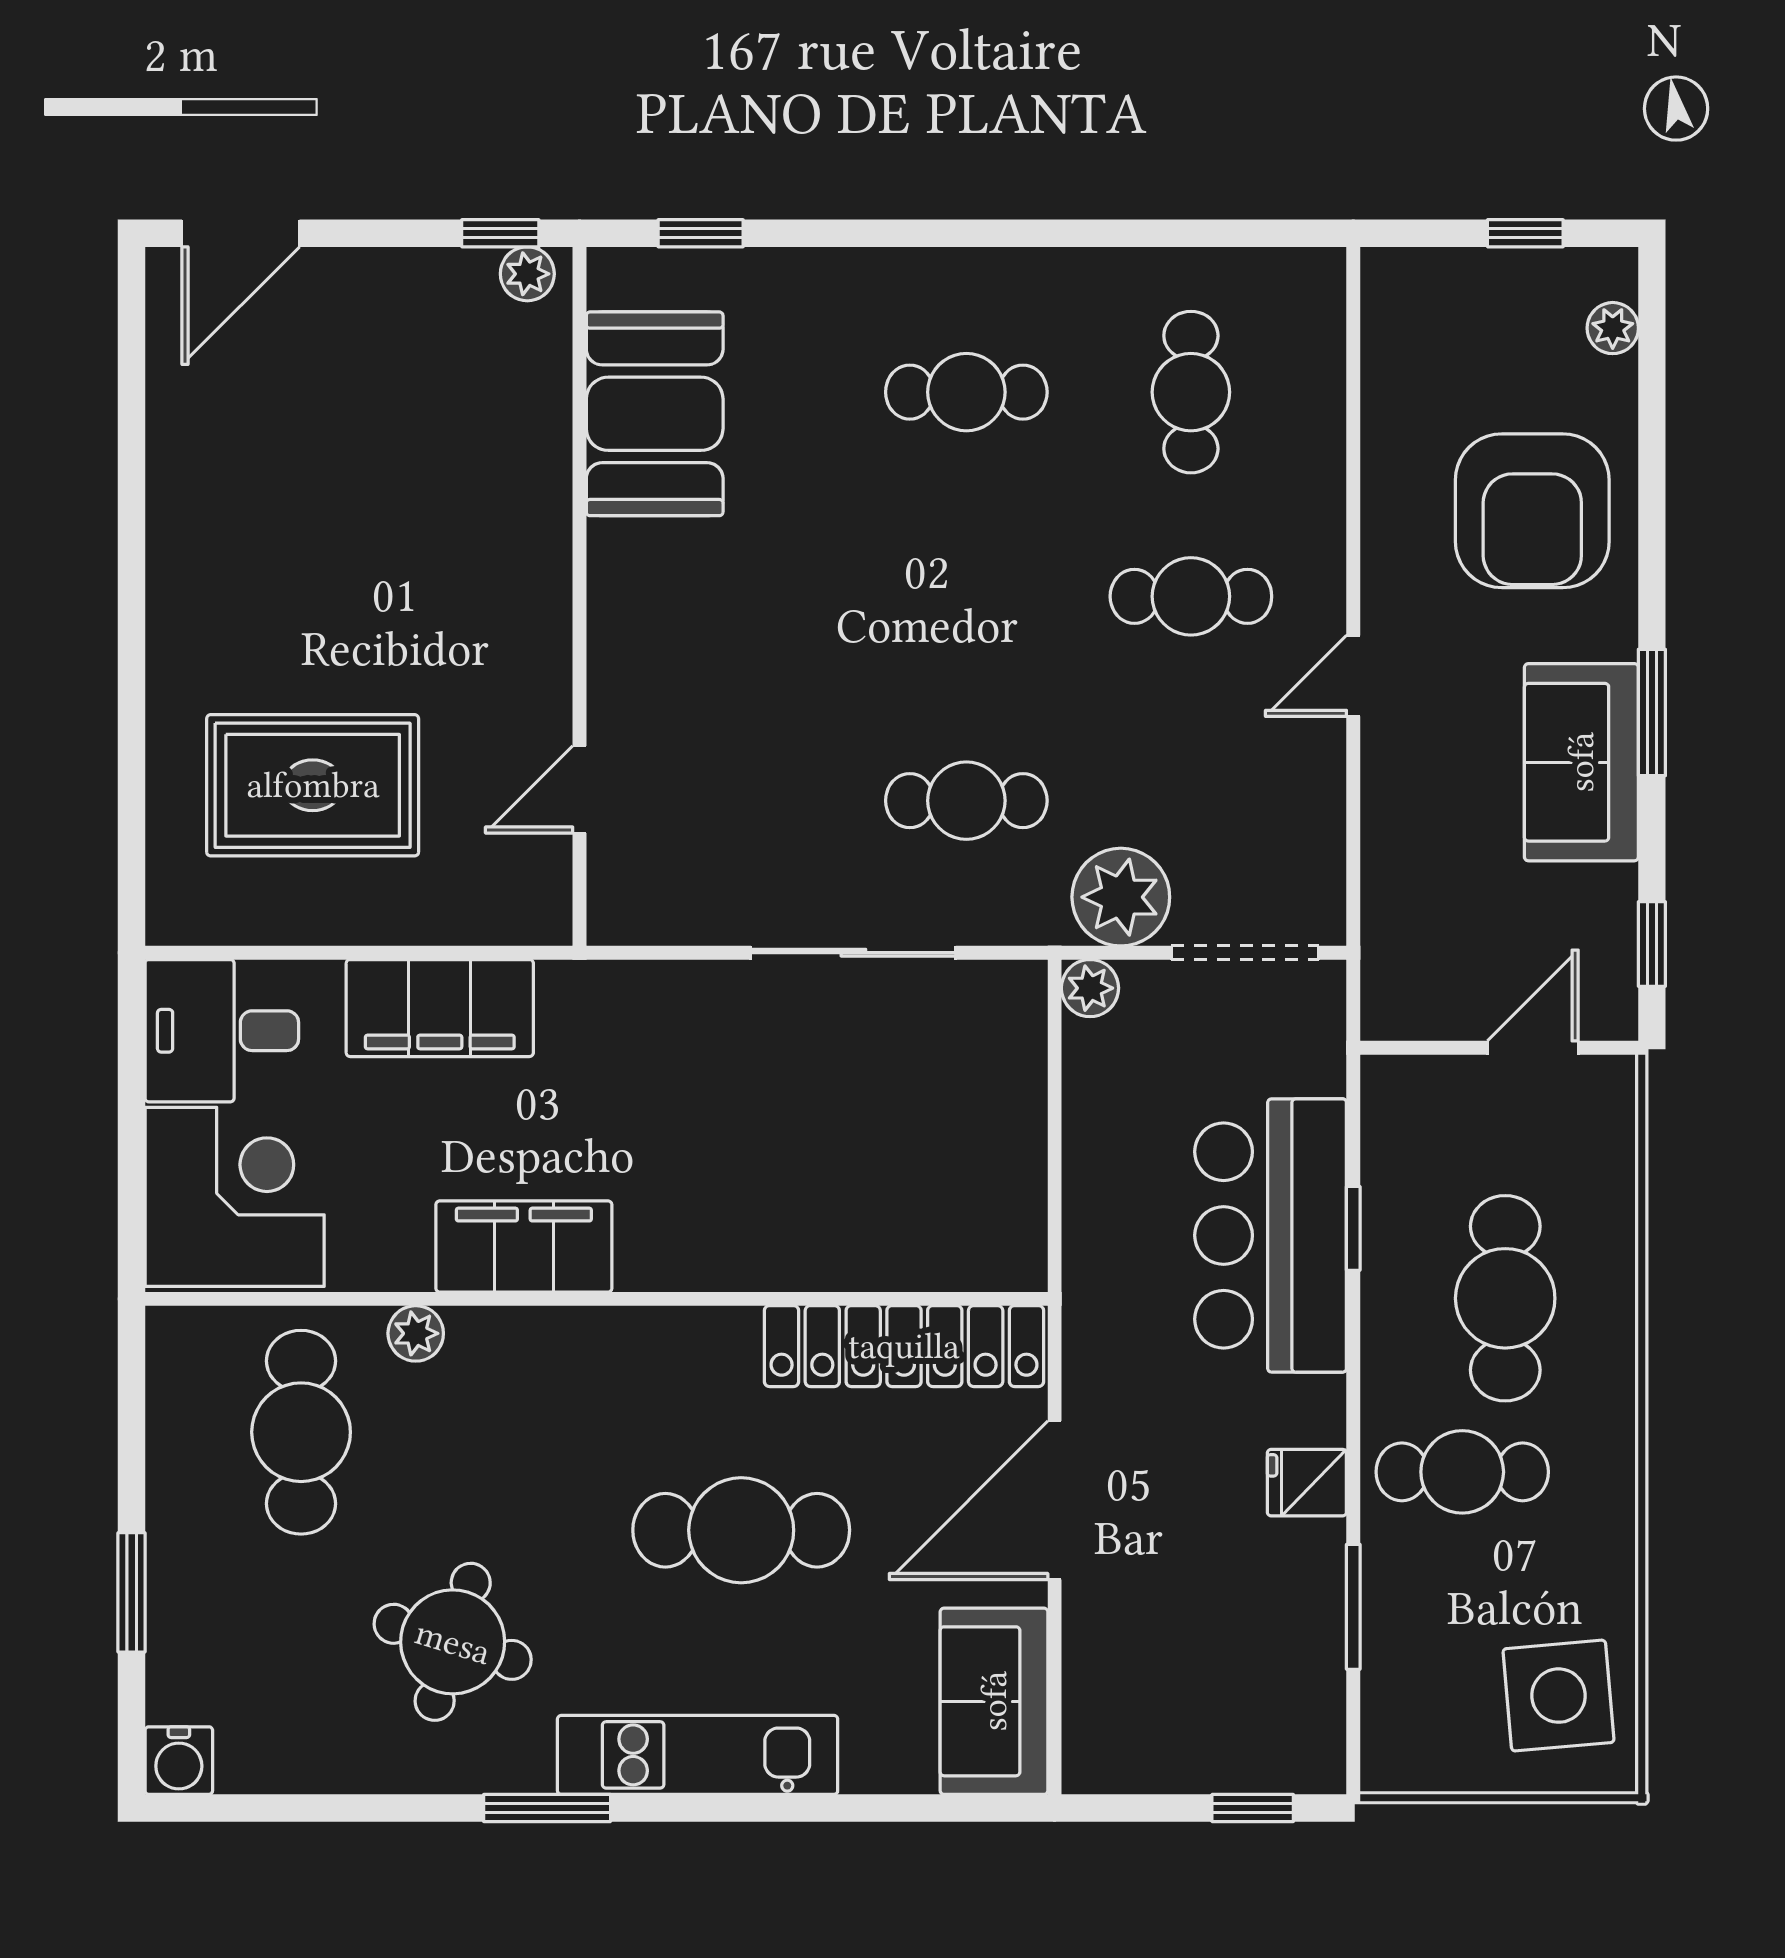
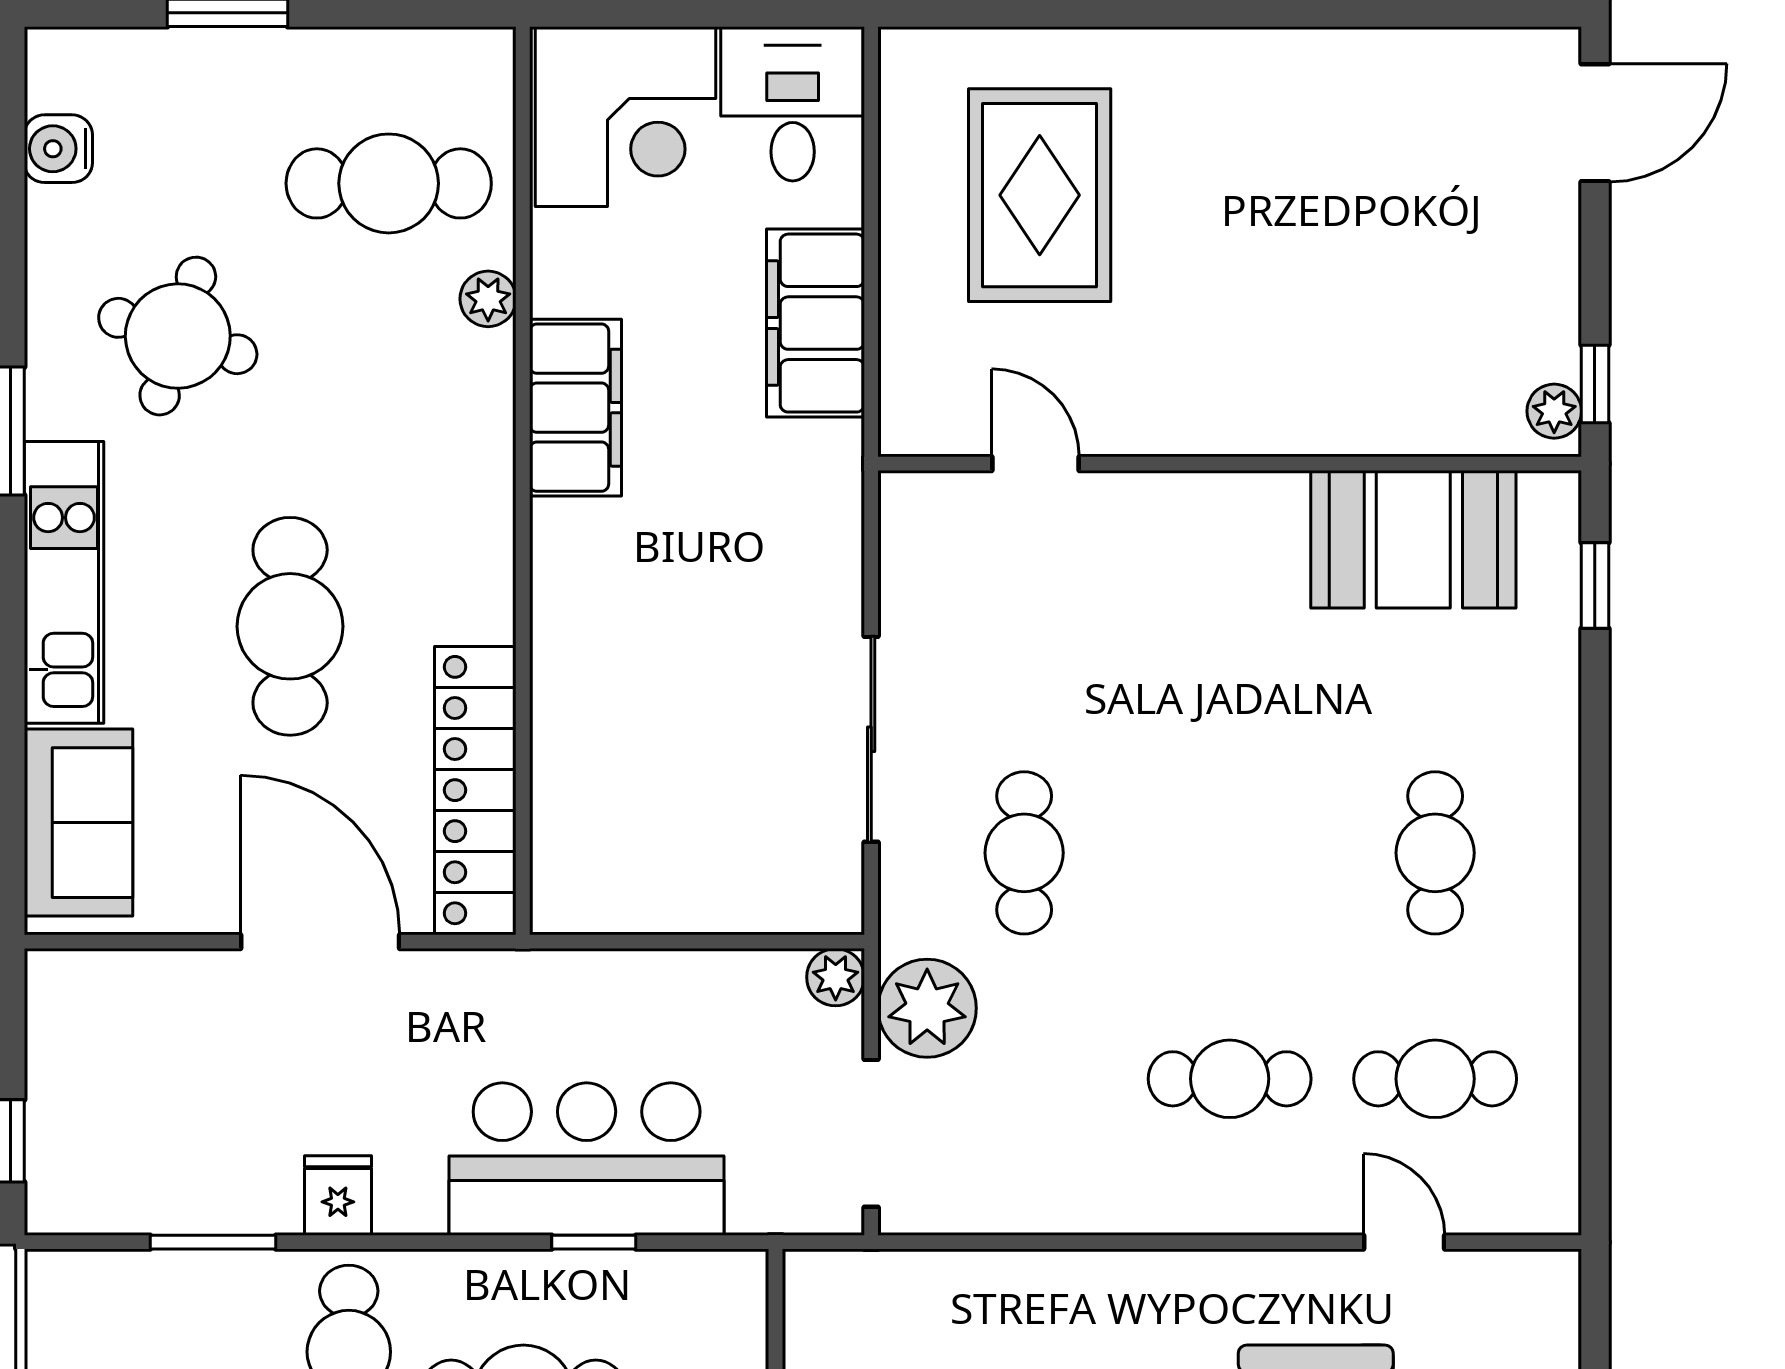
door: (241, 233) -> (1595, 123), swing flipped
cafe table: (1191, 596) -> (1230, 1079), turned 90
door: (1353, 676) -> (1404, 1242), moved
sofa: (994, 1701) -> (78, 823), moved, turned 90
water cooler: (179, 1761) -> (58, 149), moved

